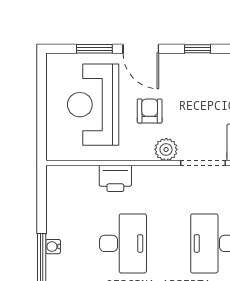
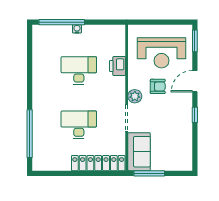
window: (94, 49) -> (195, 41), moved
reception desk: (93, 105) -> (162, 53), turned 180
desk: (123, 243) -> (79, 71), turned 180

